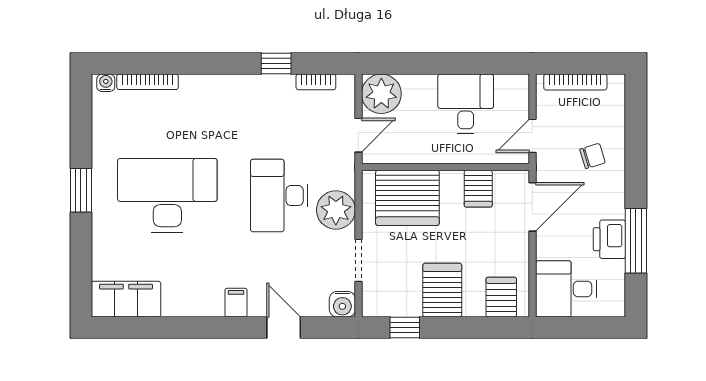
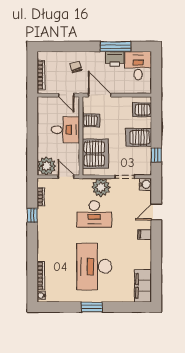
desk: (466, 104) -> (65, 130), moved, turned 180
desk: (566, 289) -> (138, 66), moved, turned 180

